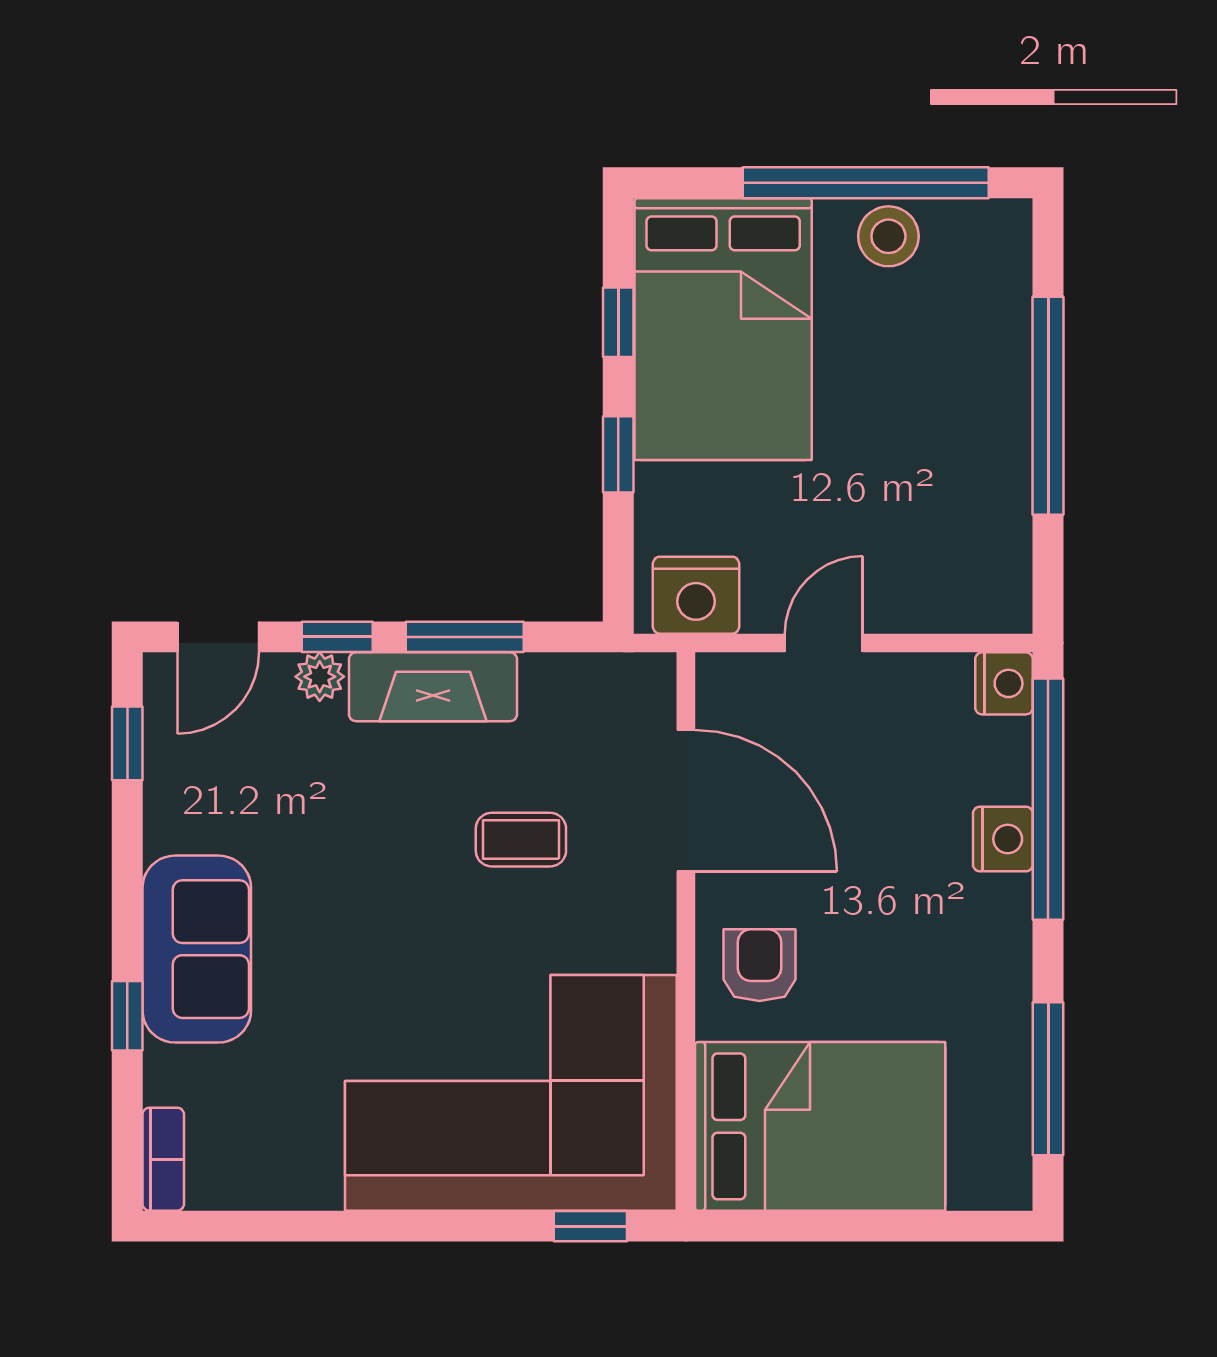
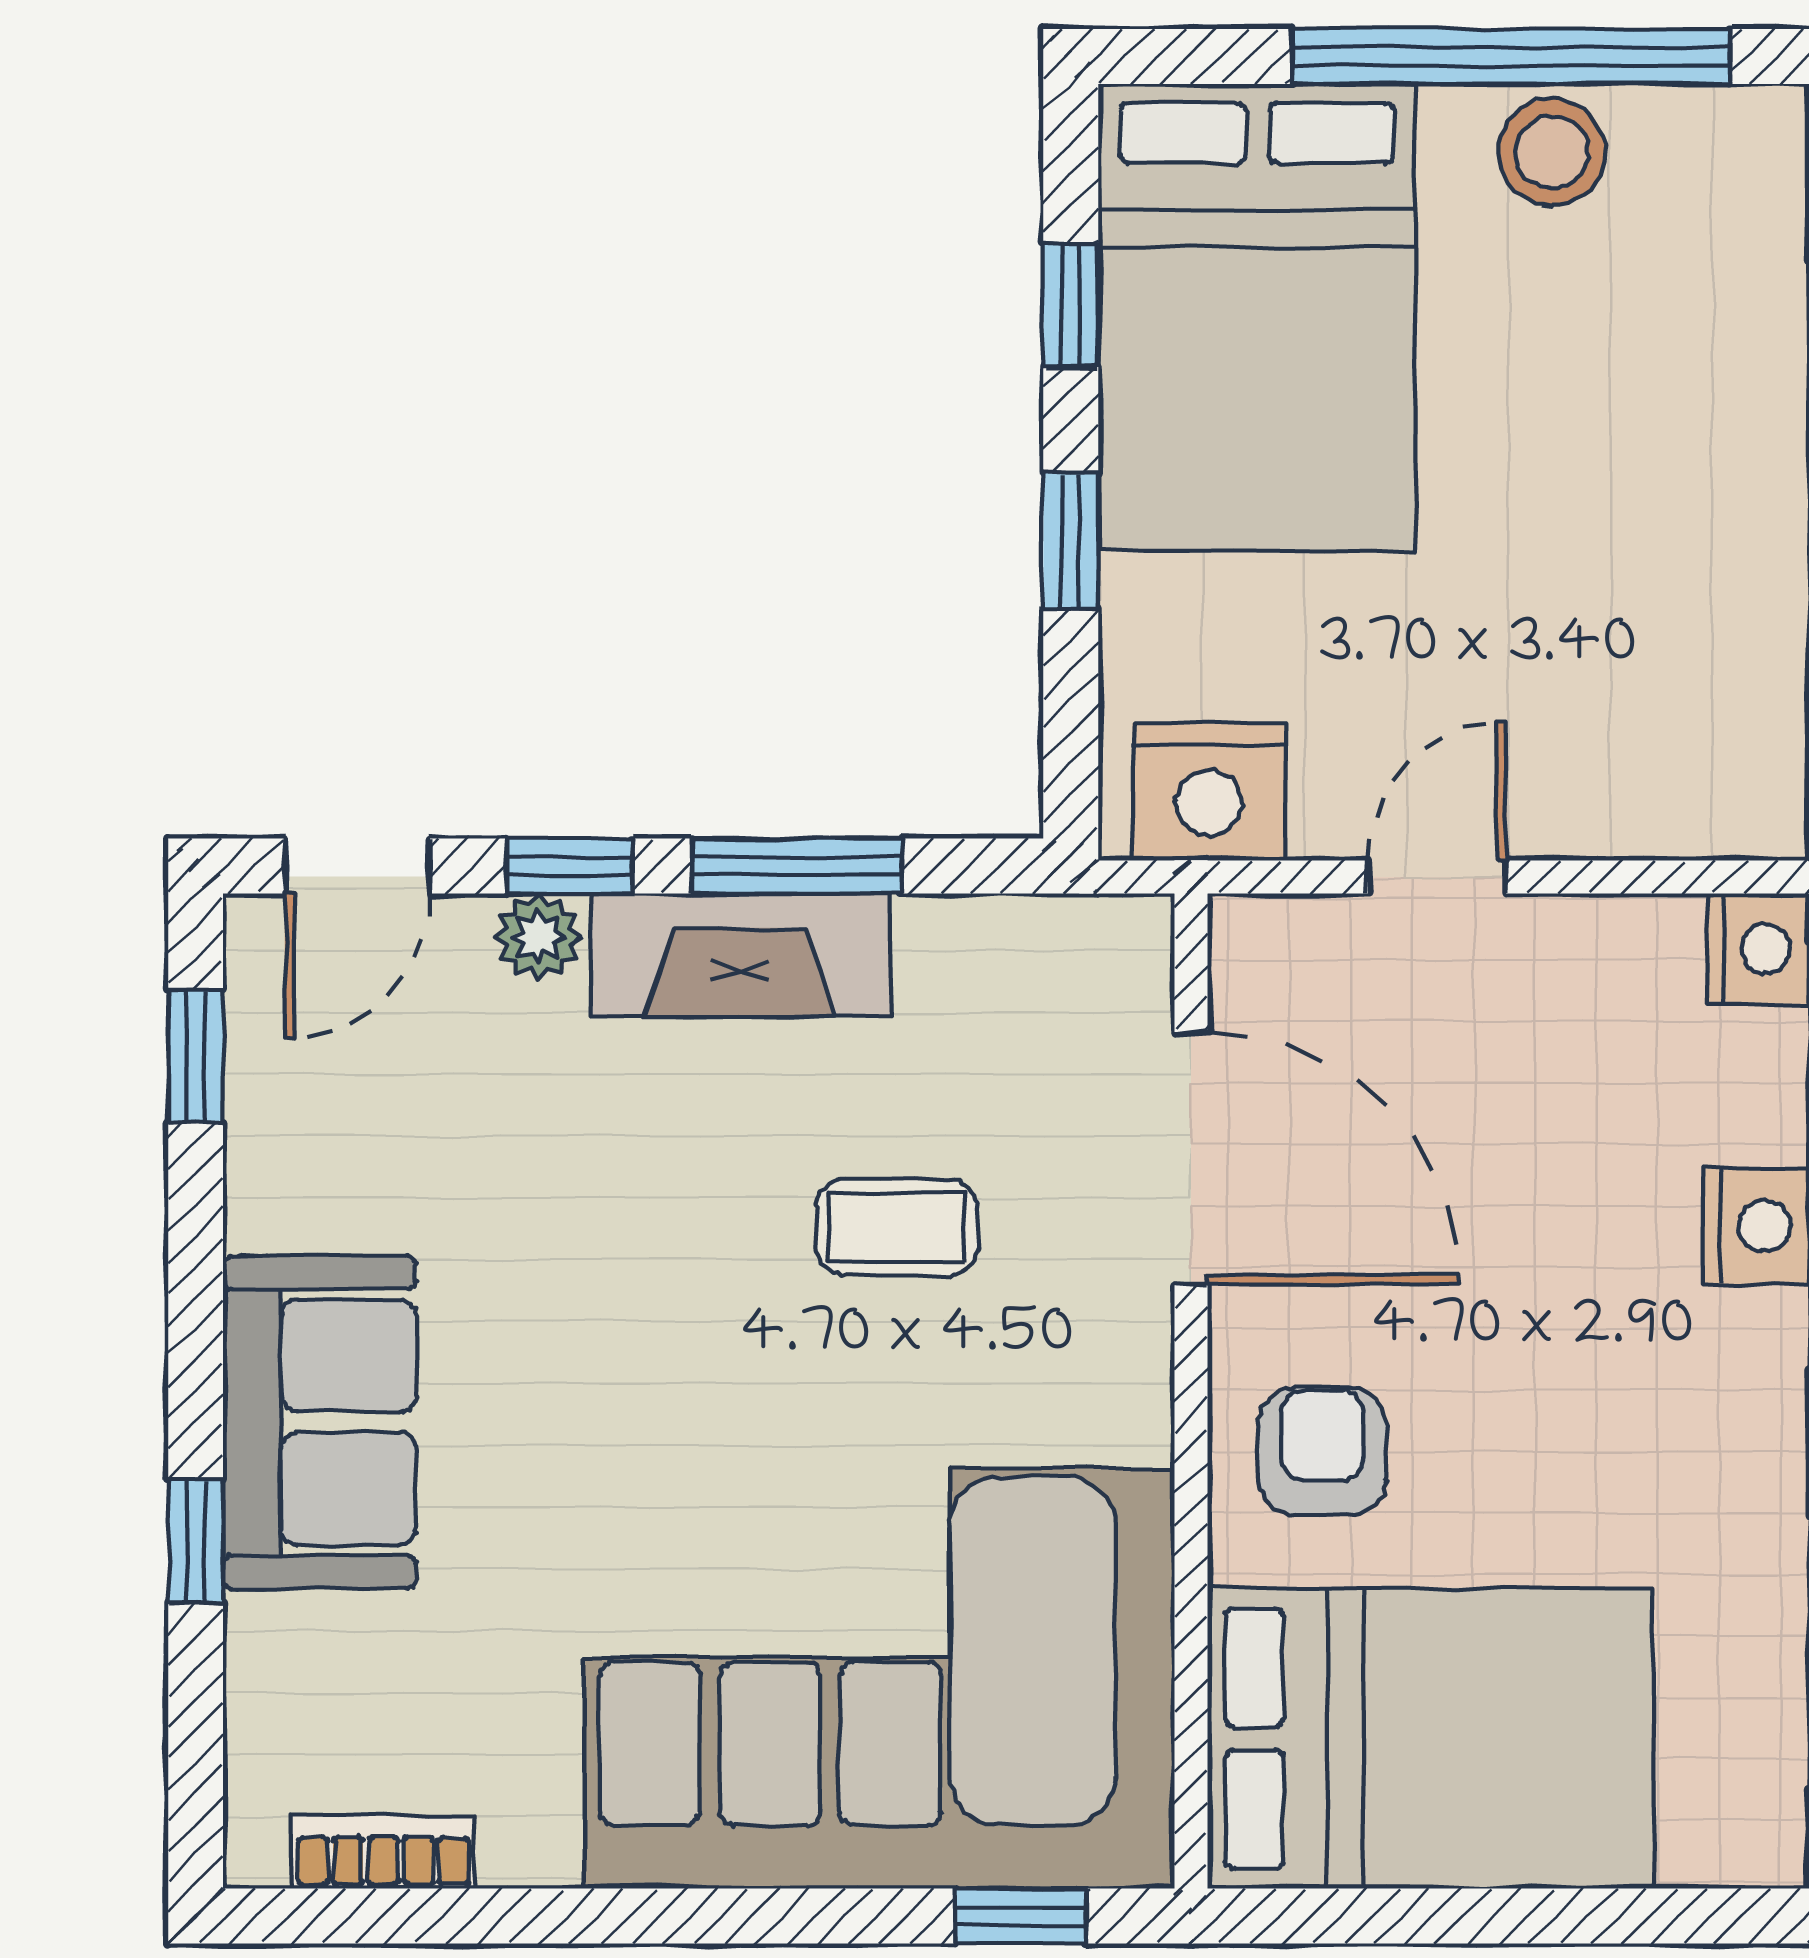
bookcase: (163, 1159) -> (383, 1852), moved, turned -90

